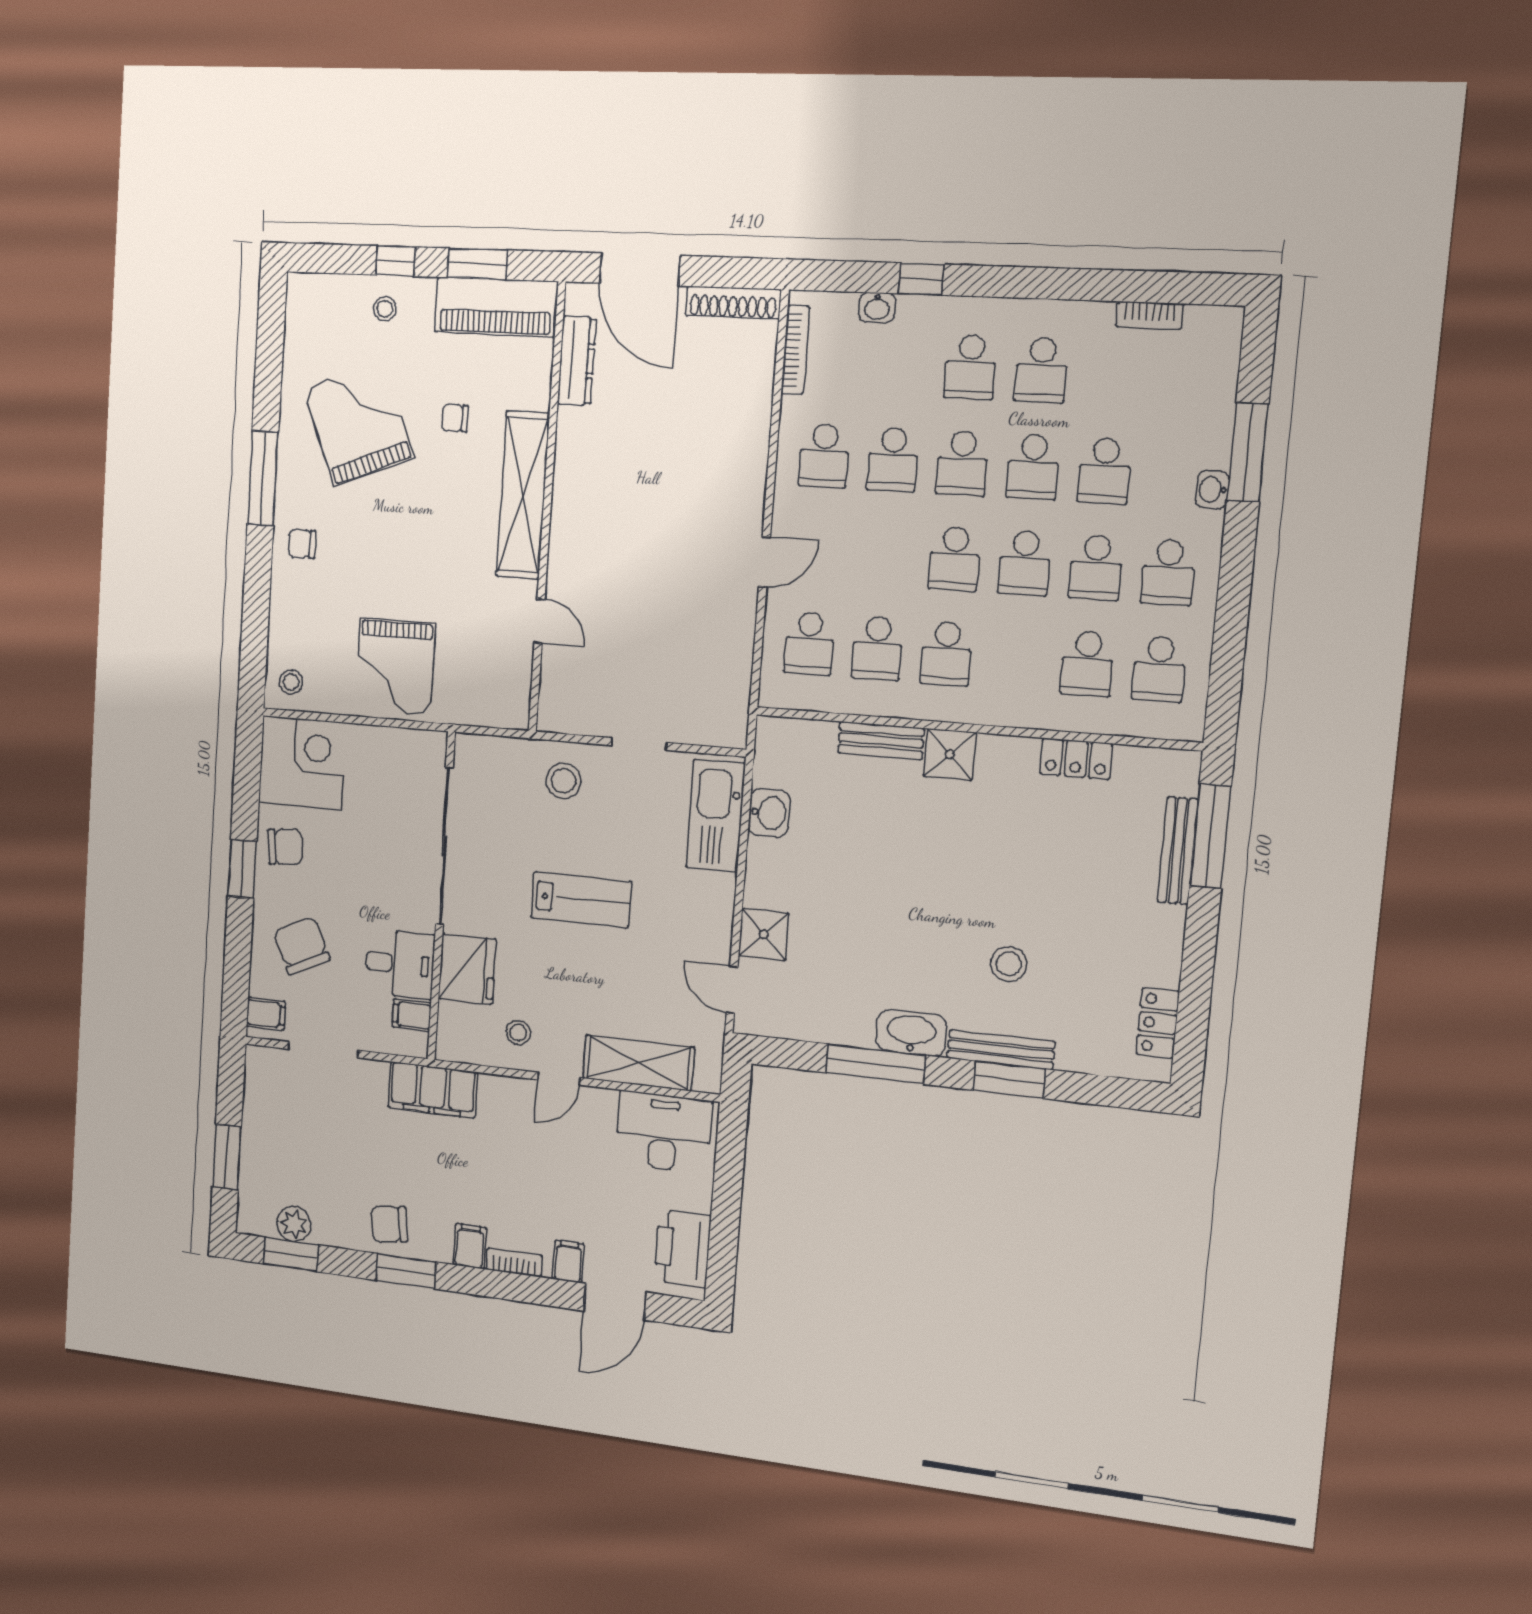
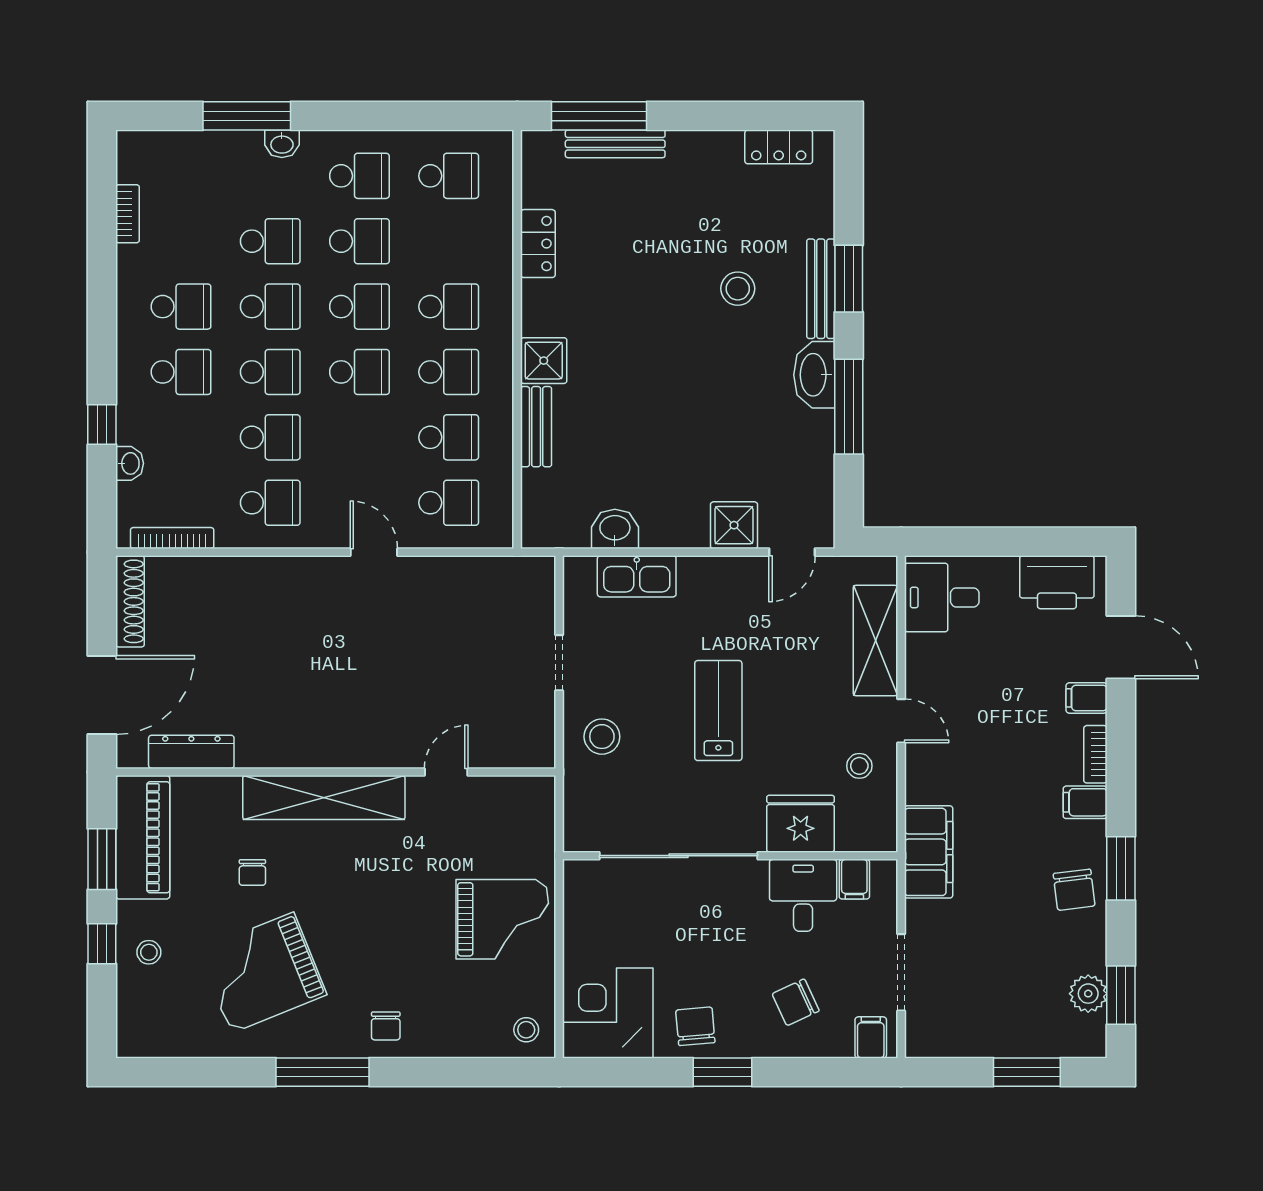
school desk: (1087, 664) -> (449, 307), moved
kitchen sink: (716, 816) -> (637, 576), width x0.73, depth x0.81
chair: (302, 946) -> (796, 1002), width x0.73, depth x0.73
desk: (663, 1132) -> (942, 597), width x0.73

